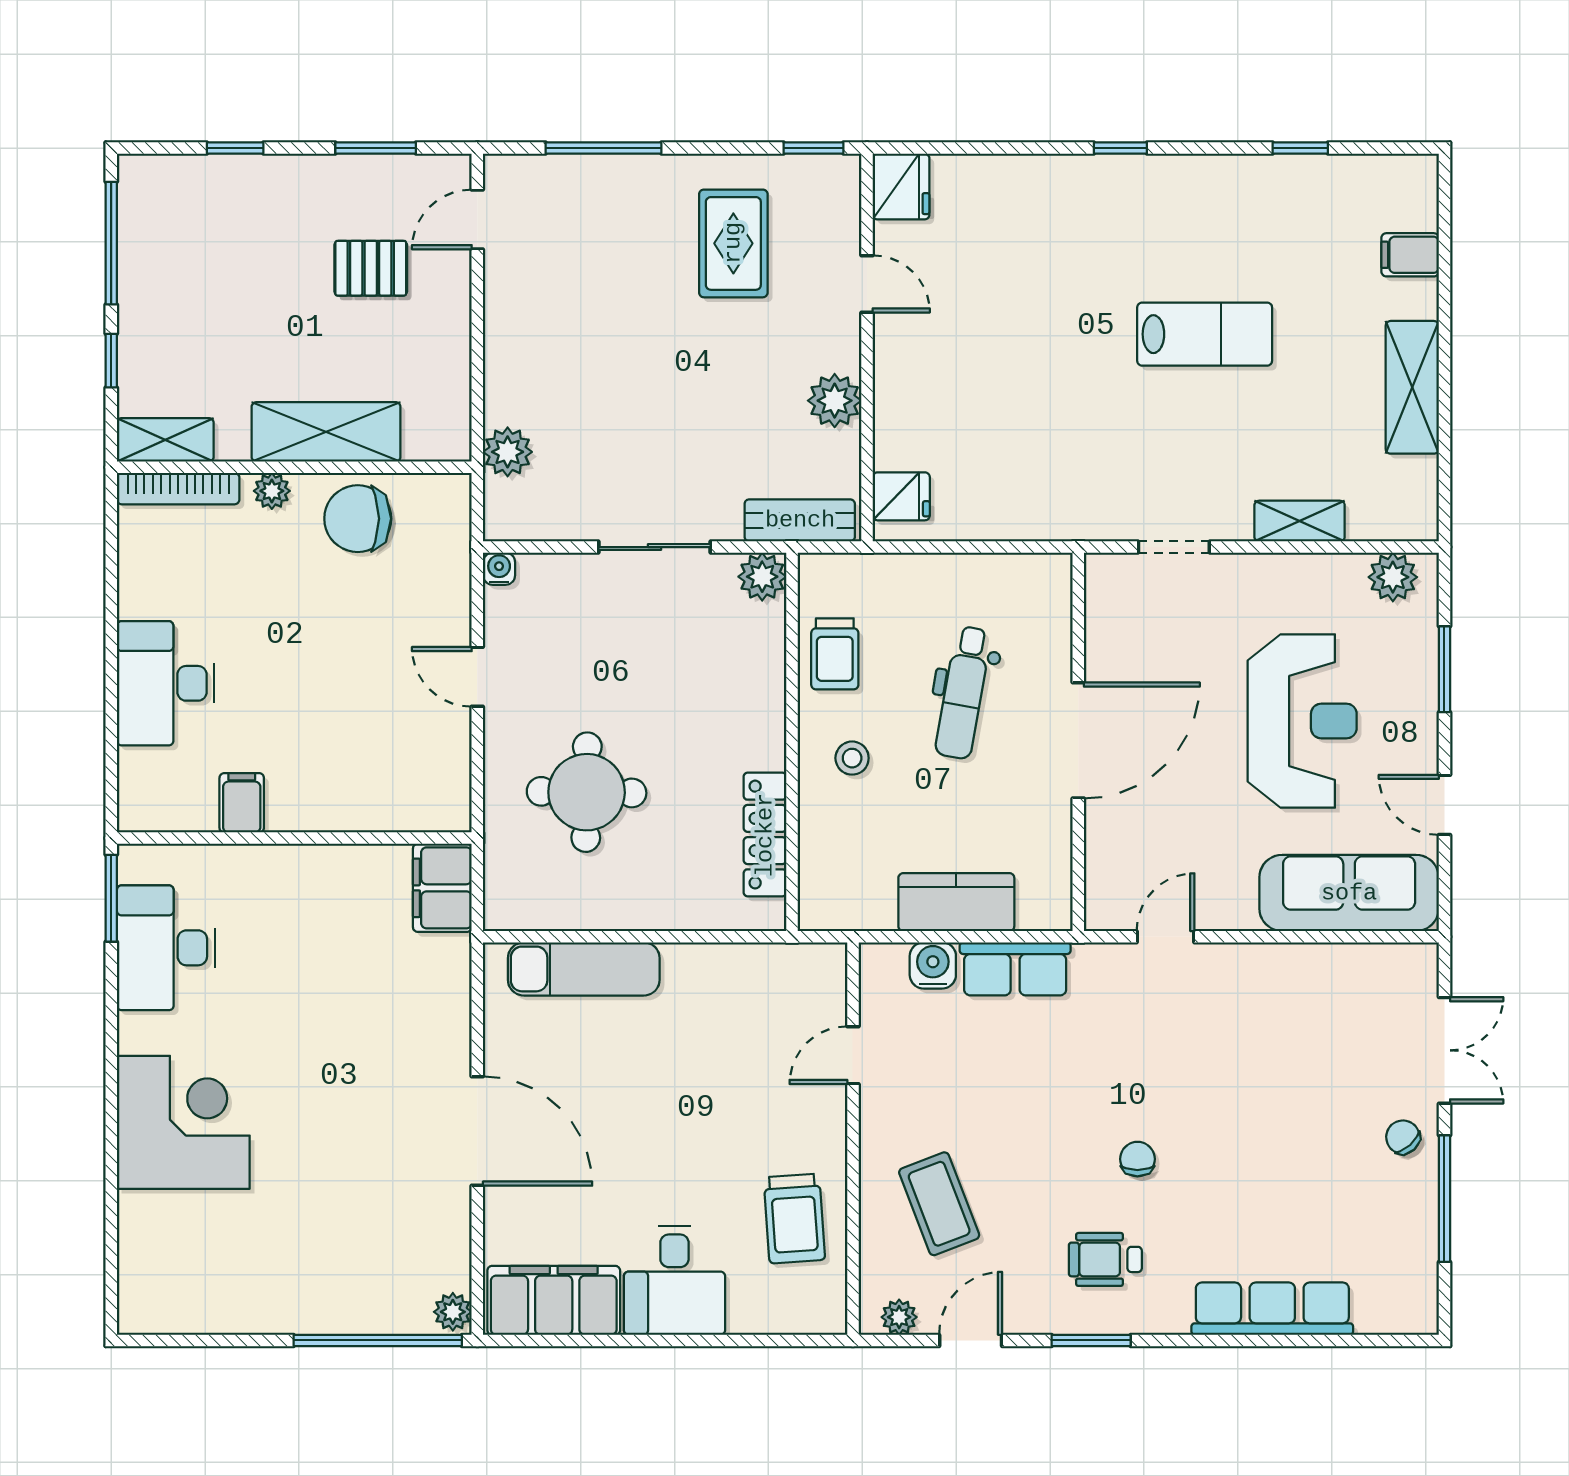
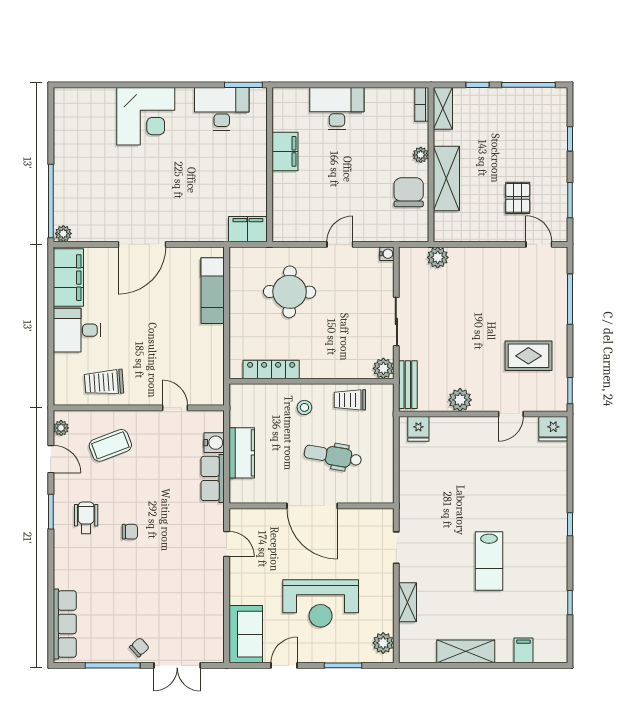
bookcase: (178, 489) -> (422, 104), width x0.64
filing cabinet: (242, 803) -> (285, 151), width x2.00
sofa: (1349, 893) -> (246, 634), width x0.73
row of seats: (1272, 1309) -> (65, 624), moved

